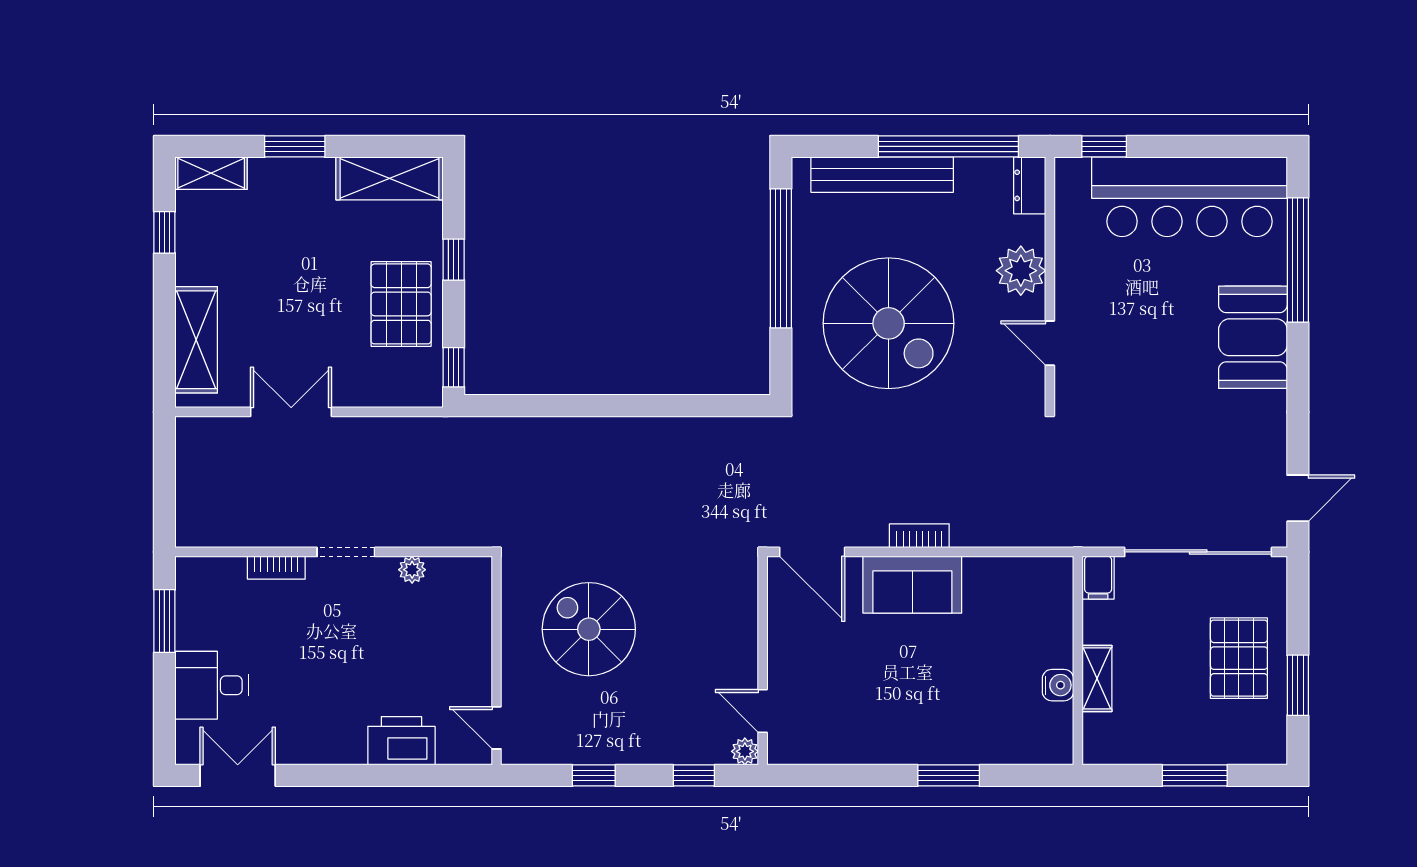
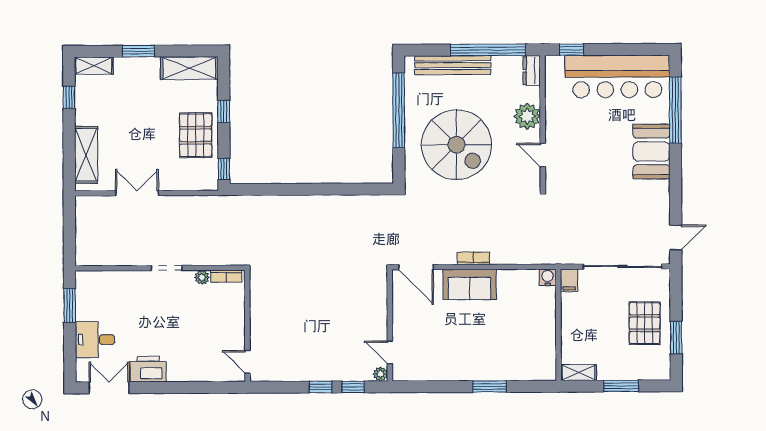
bookcase: (276, 568) -> (226, 276), moved
spiral stairs: (589, 629) -> (297, 309), removed
shelving: (1097, 678) -> (579, 373), moved, turned 90
water cooler: (1058, 685) -> (548, 277), moved, turned -90
printer: (401, 741) -> (148, 369), moved
window: (594, 775) -> (321, 387), moved

